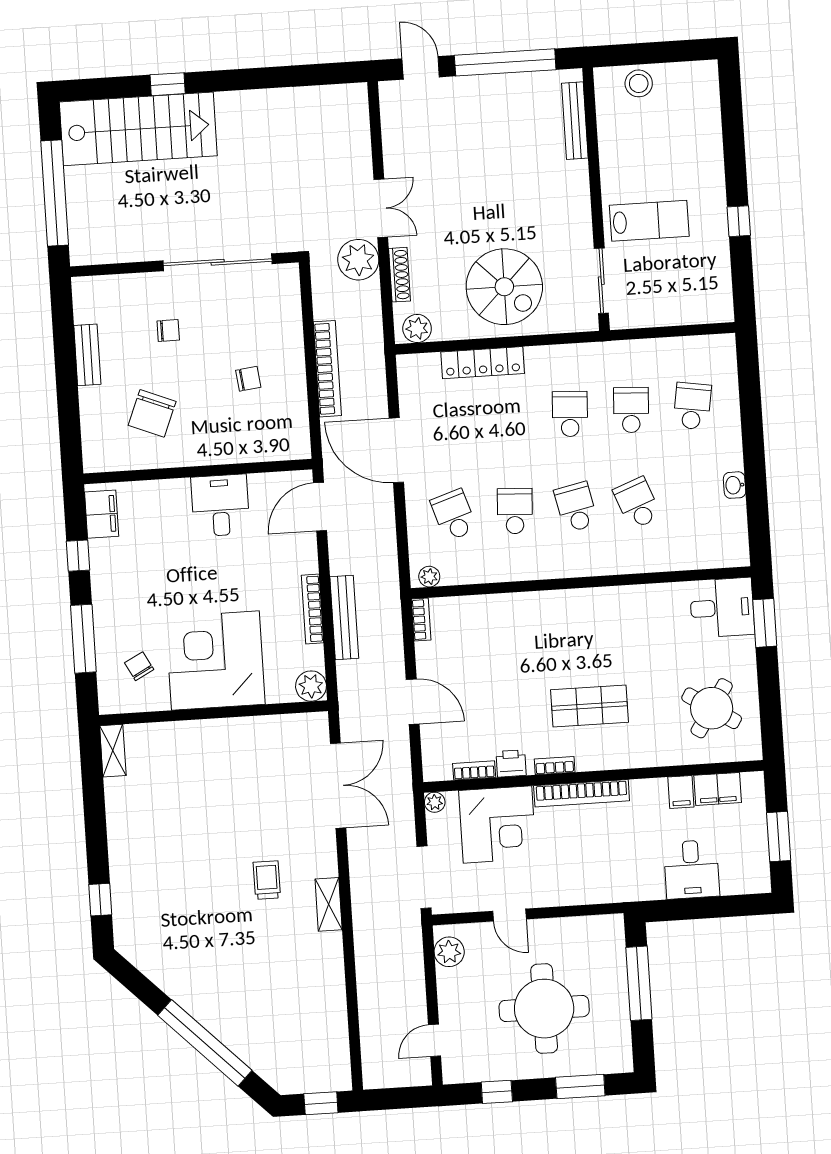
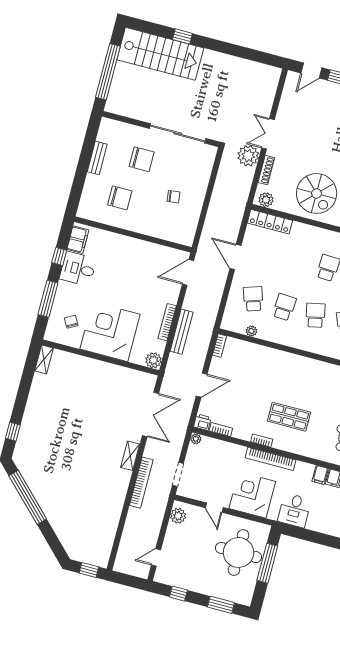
door: (421, 68) -> (311, 70), swing flipped
double door: (381, 208) -> (268, 134), swing flipped
chair: (168, 331) -> (142, 159), width x1.87, depth x1.87
locker: (483, 363) -> (270, 222), moved
bookcase: (327, 369) -> (141, 483), moved
chair: (152, 413) -> (120, 198), turned -112
door: (396, 450) -> (235, 257), width x0.73
desk: (220, 505) -> (78, 269), moved, turned -90
plant: (429, 577) -> (251, 331), moved
door: (413, 702) -> (202, 385), hinge flipped
printer: (511, 763) -> (202, 422), moved
corner desk: (497, 825) -> (252, 495), moved, turned 180
desk: (692, 869) -> (294, 510), moved
doorway: (424, 877) -> (178, 474), width x0.73
trolley: (267, 880) -> (99, 450), removed
shelving: (329, 904) -> (130, 456), moved
round table: (544, 1009) -> (239, 552), moved
window: (205, 1043) -> (28, 497), moved

